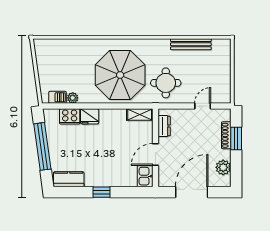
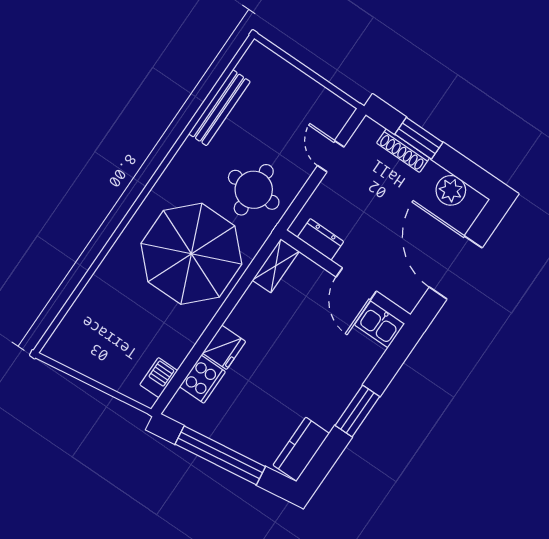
plant: (73, 98) -> (176, 354), removed
window: (101, 192) -> (357, 411), width x1.50

